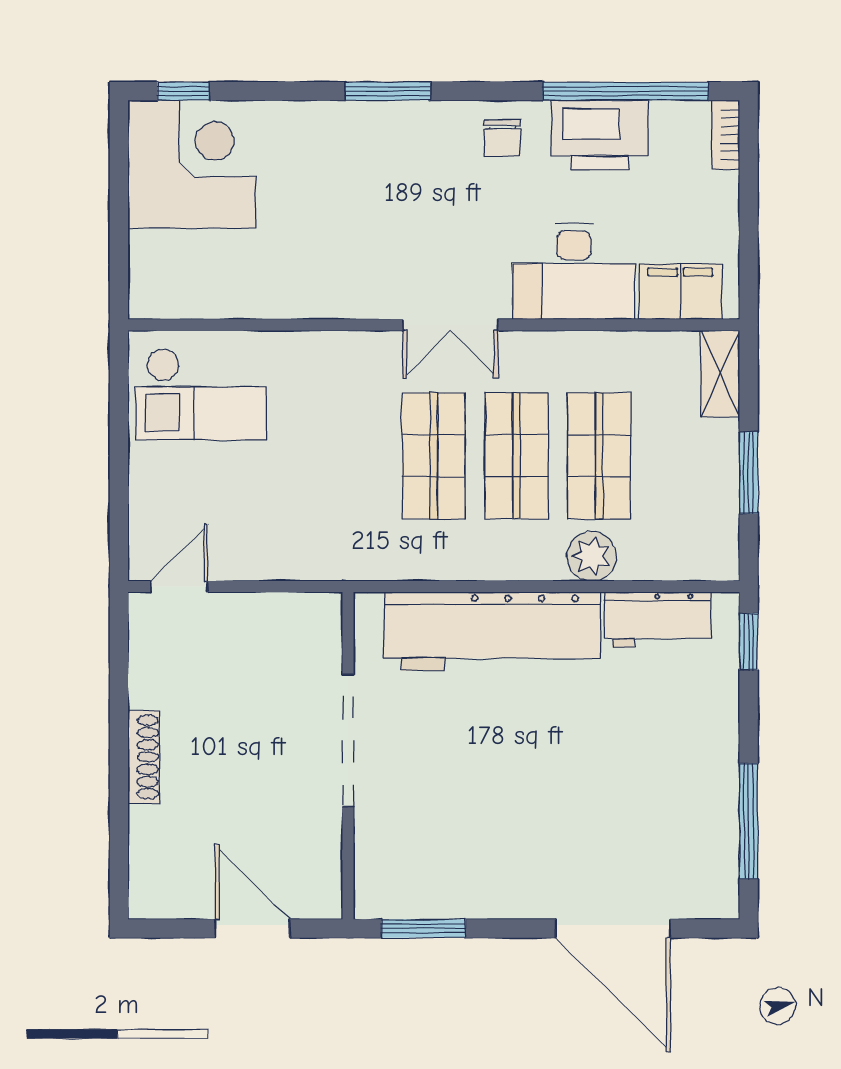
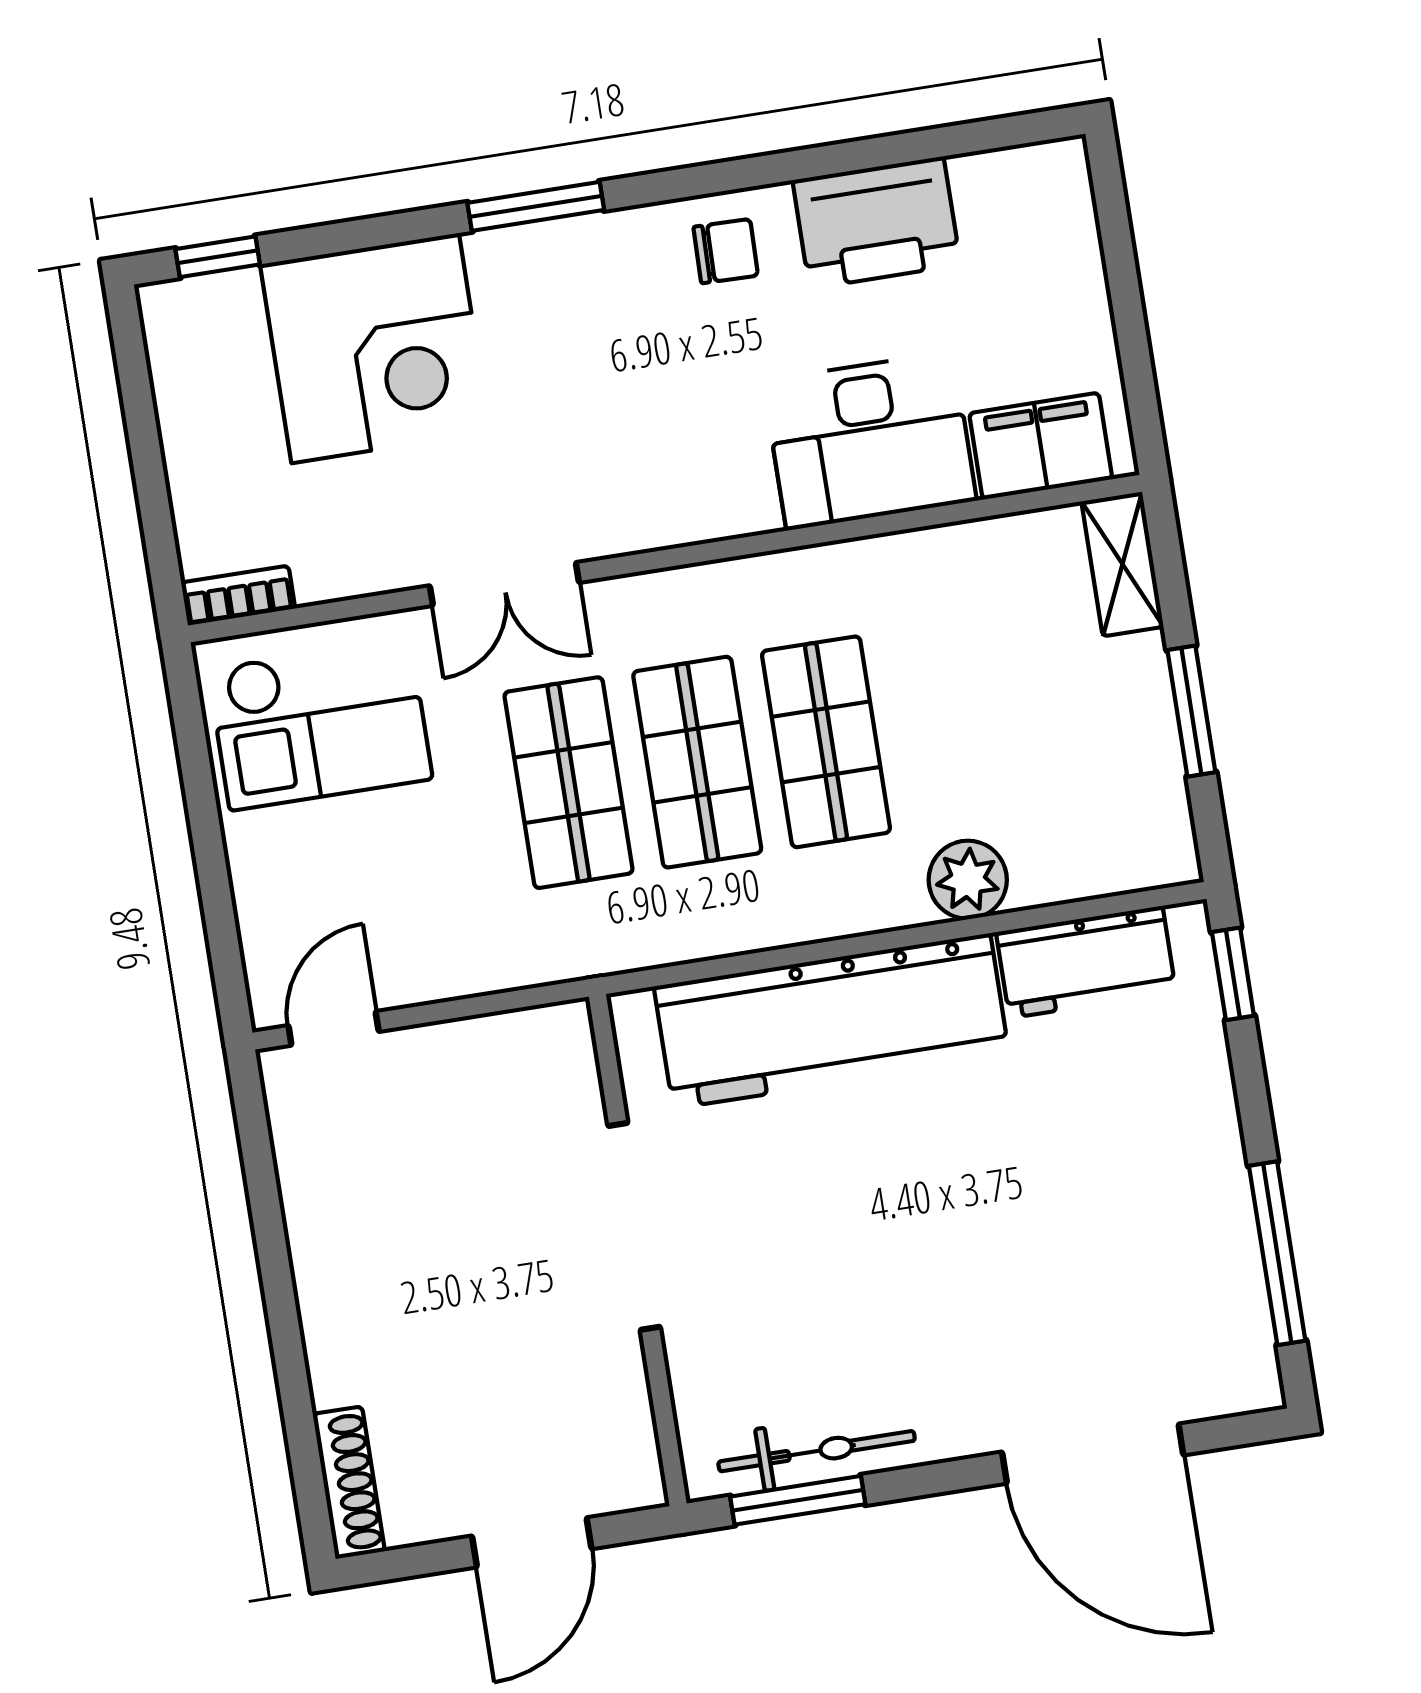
window: (626, 91) -> (906, 148), removed
bookcase: (726, 135) -> (238, 596), moved, turned 90
chair: (502, 138) -> (726, 251), turned -89
corner desk: (192, 164) -> (375, 348), moved, turned 90
double door: (450, 325) -> (504, 584), moved
shop shelf: (599, 456) -> (568, 783), moved
shoe rack: (144, 757) -> (349, 1483), moved
bicycle: (440, 900) -> (817, 1451), added
door: (252, 929) -> (532, 1542), swing flipped

